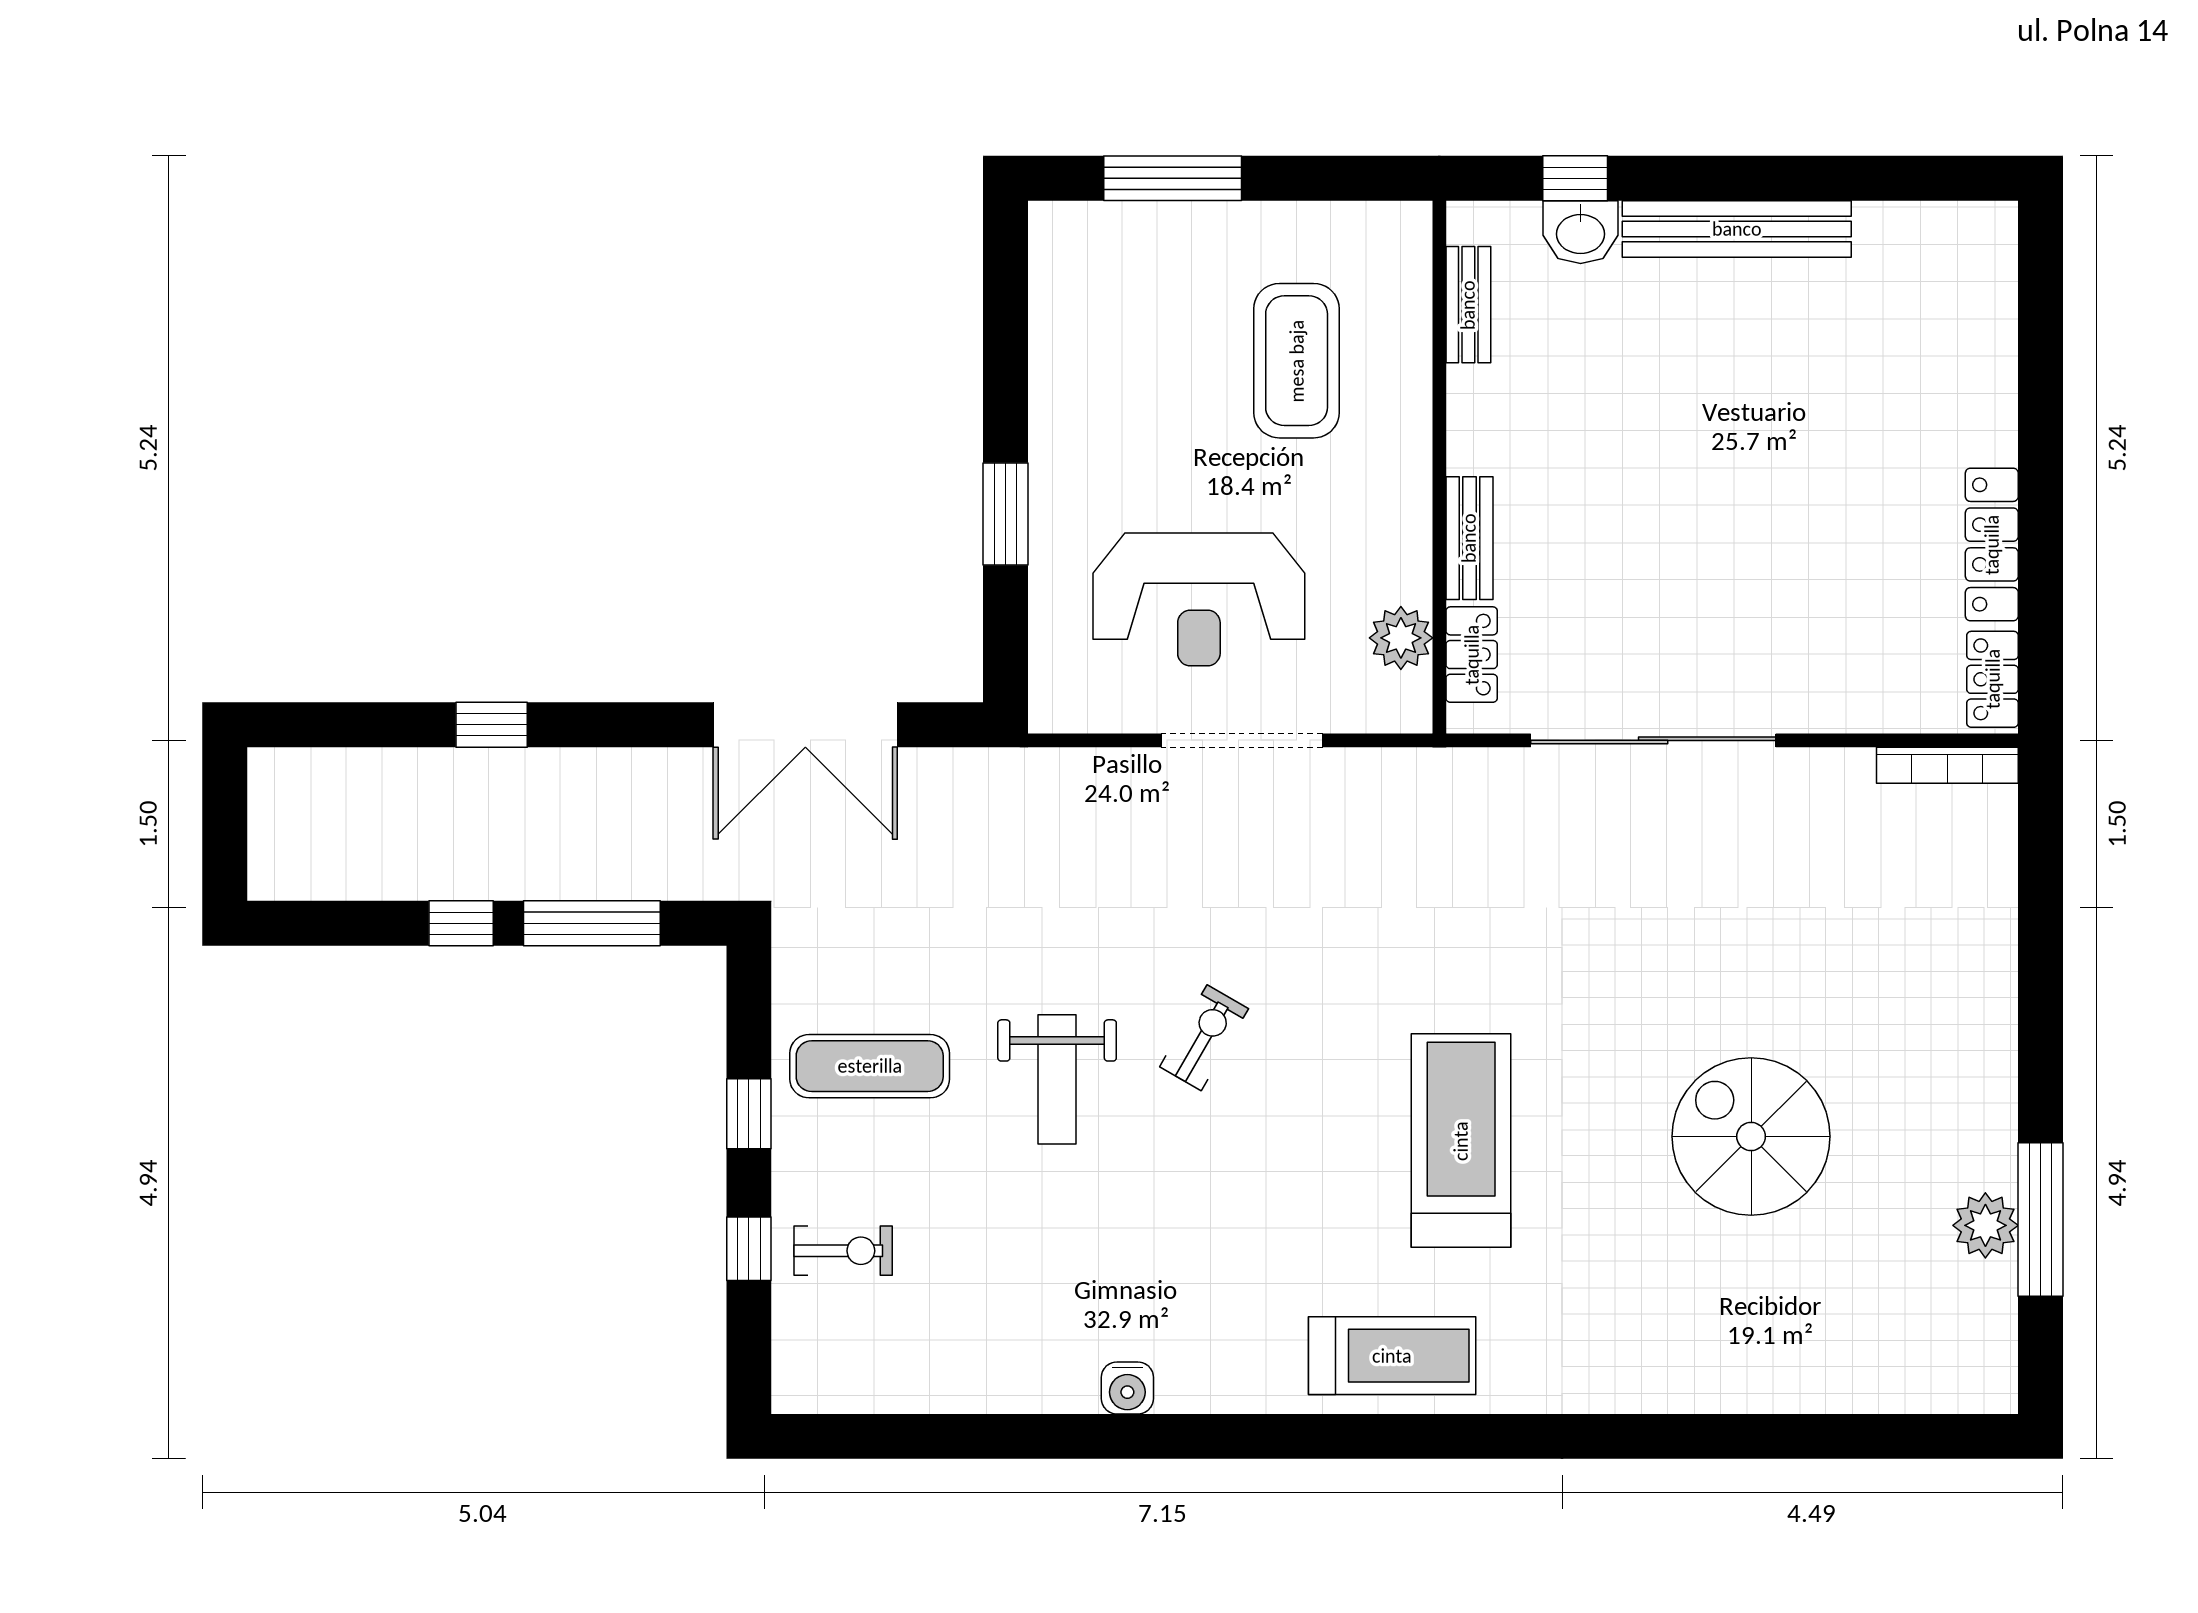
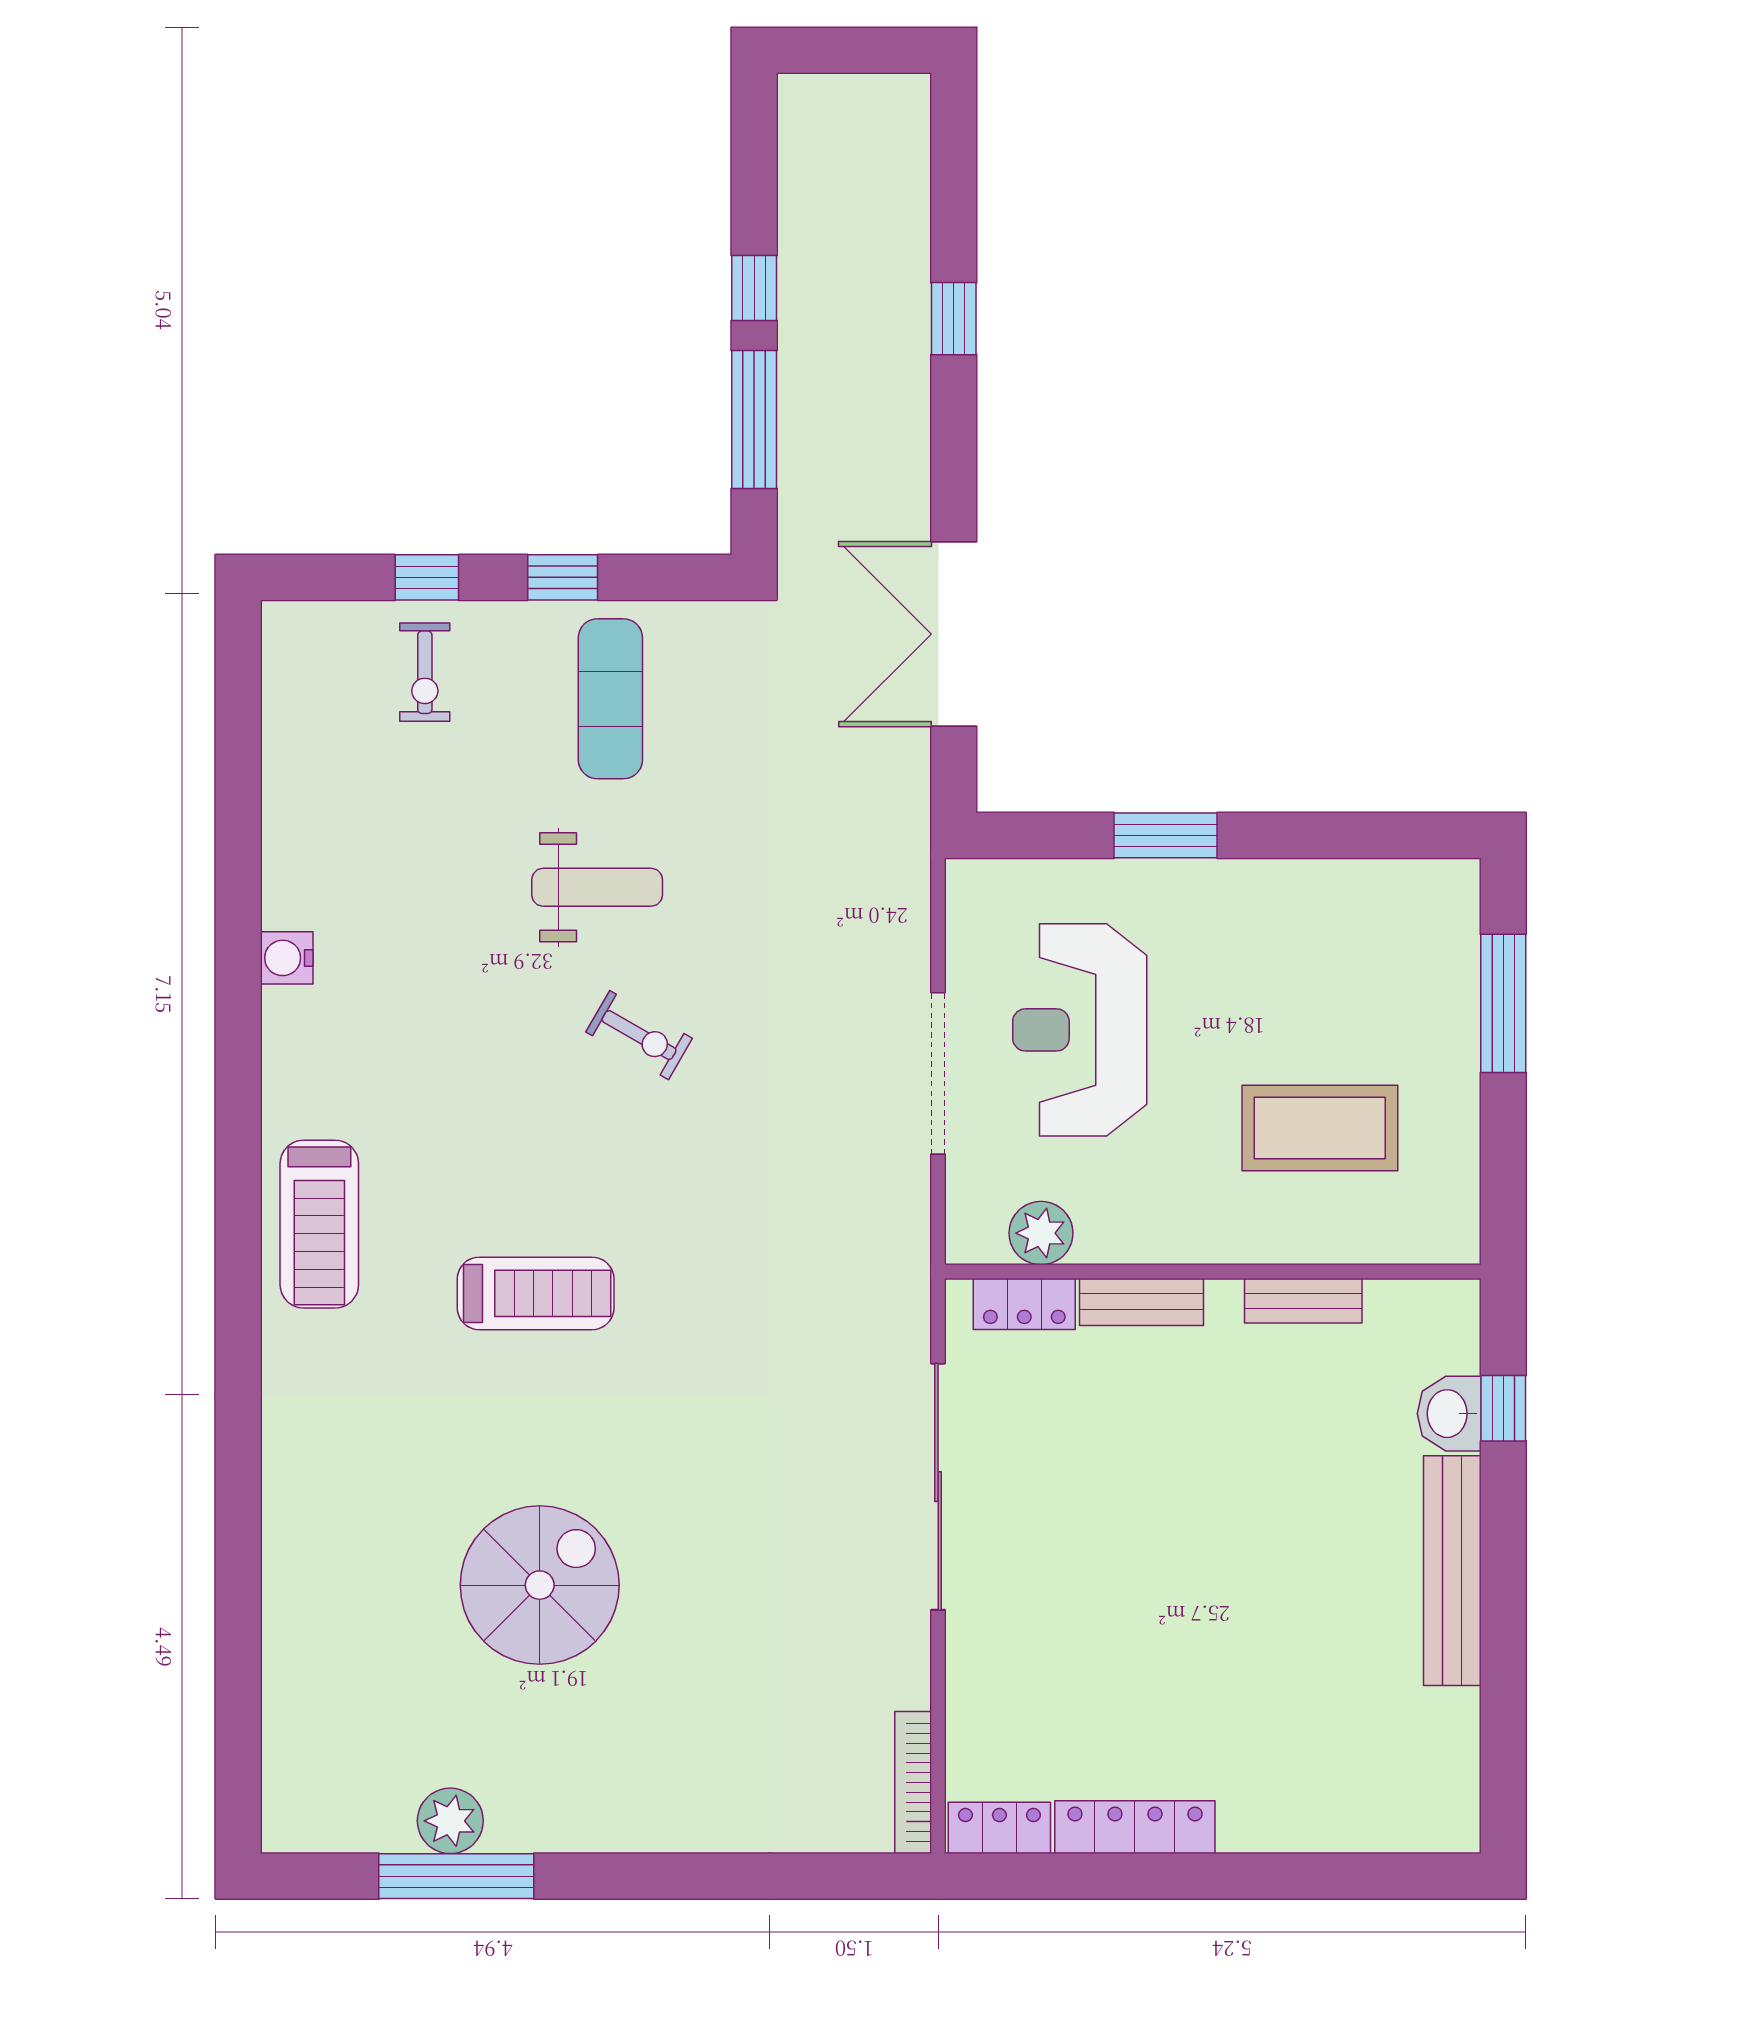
bench: (1468, 305) -> (1303, 1301), moved
weight bench: (1057, 1079) -> (597, 887), turned 180
treadmill: (1461, 1141) -> (536, 1293), width x0.73, depth x0.73

